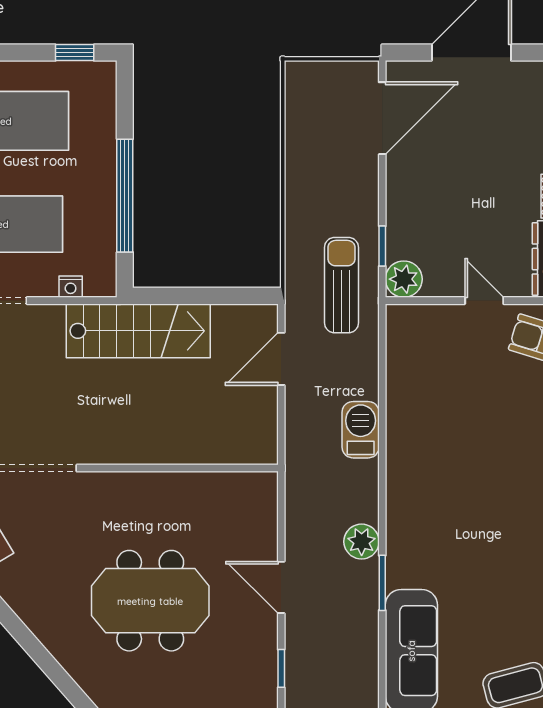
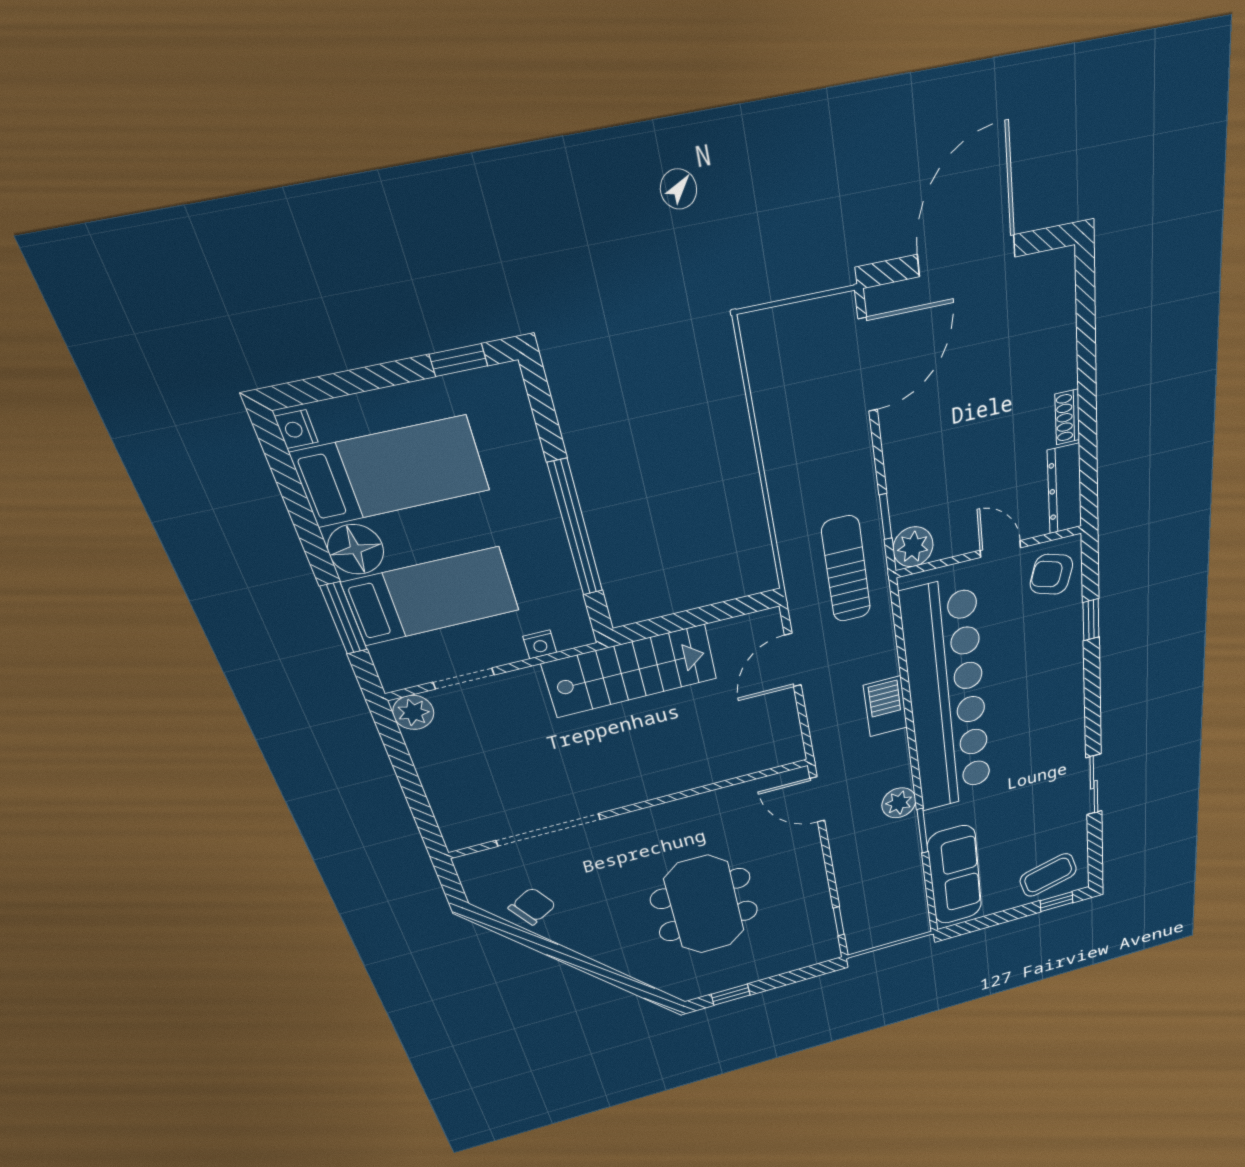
bar counter: (422, 438) -> (947, 698), added
door: (281, 587) -> (817, 800), moved
meeting table: (150, 601) -> (705, 905), turned 90

